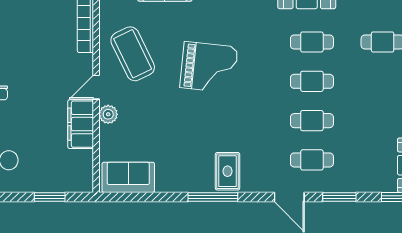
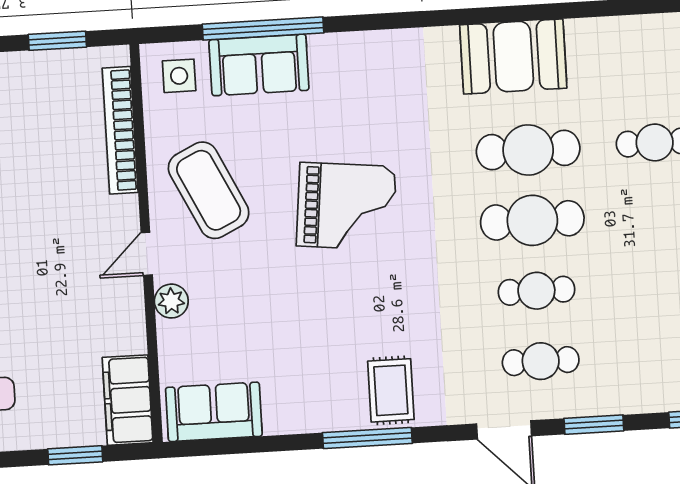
cafe table: (312, 42) -> (528, 150), width x1.37, depth x1.35
cafe table: (312, 81) -> (532, 220), width x1.37, depth x1.35
filing cabinet: (81, 124) -> (128, 400), moved

